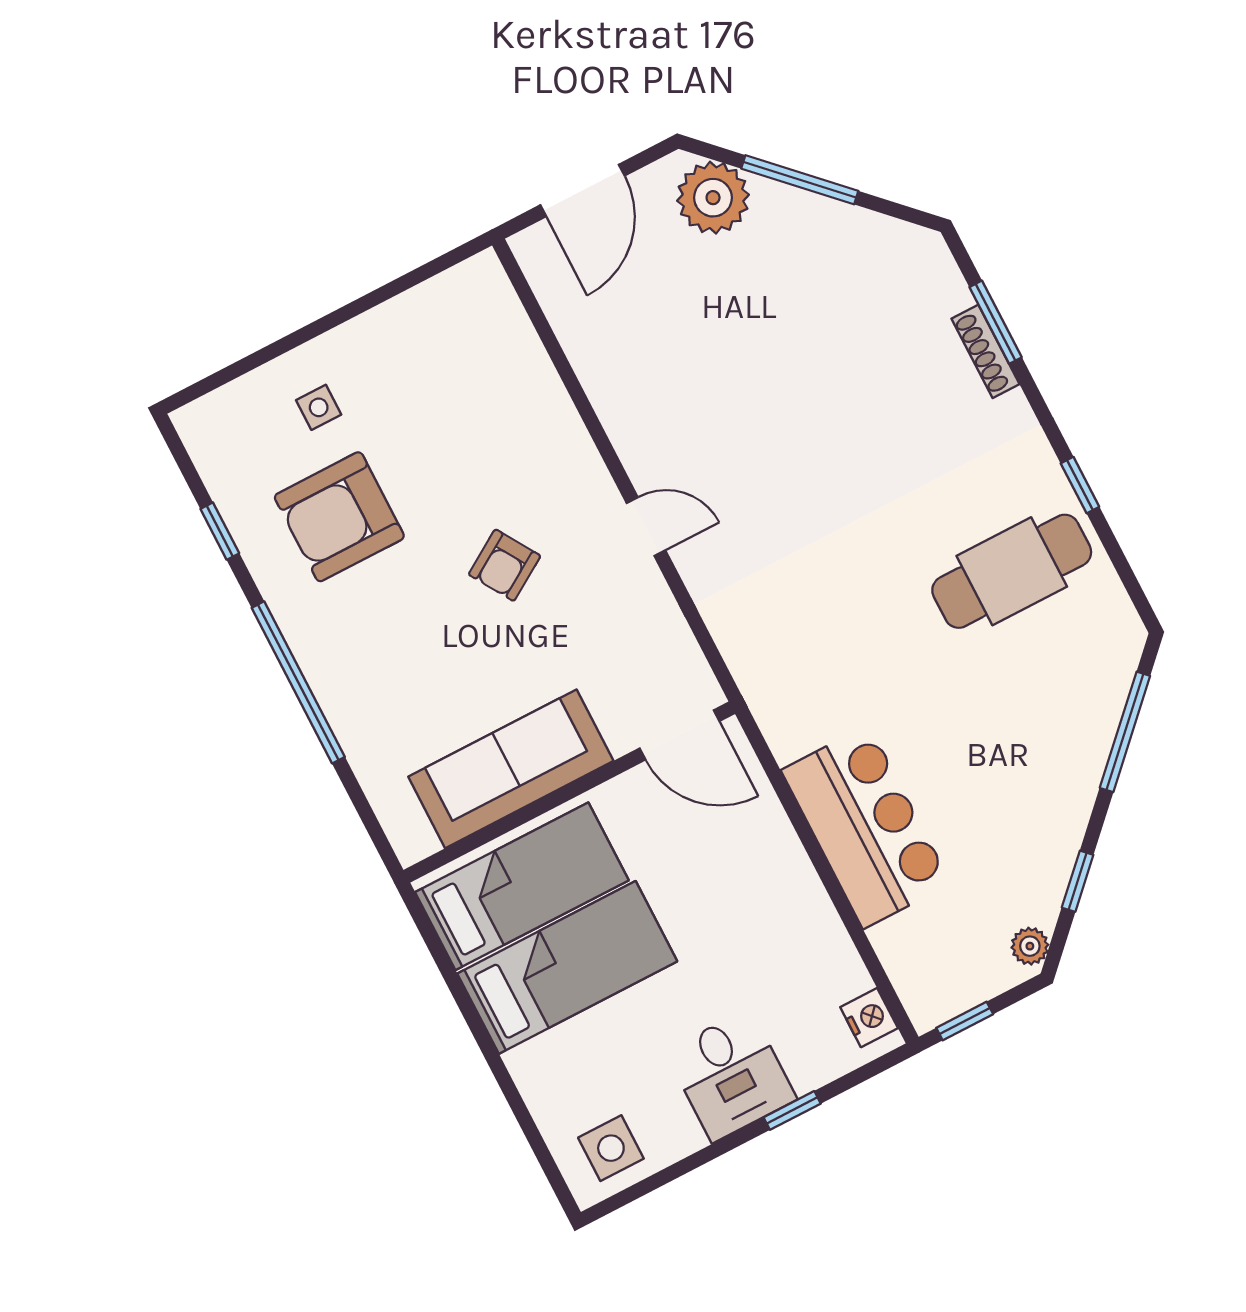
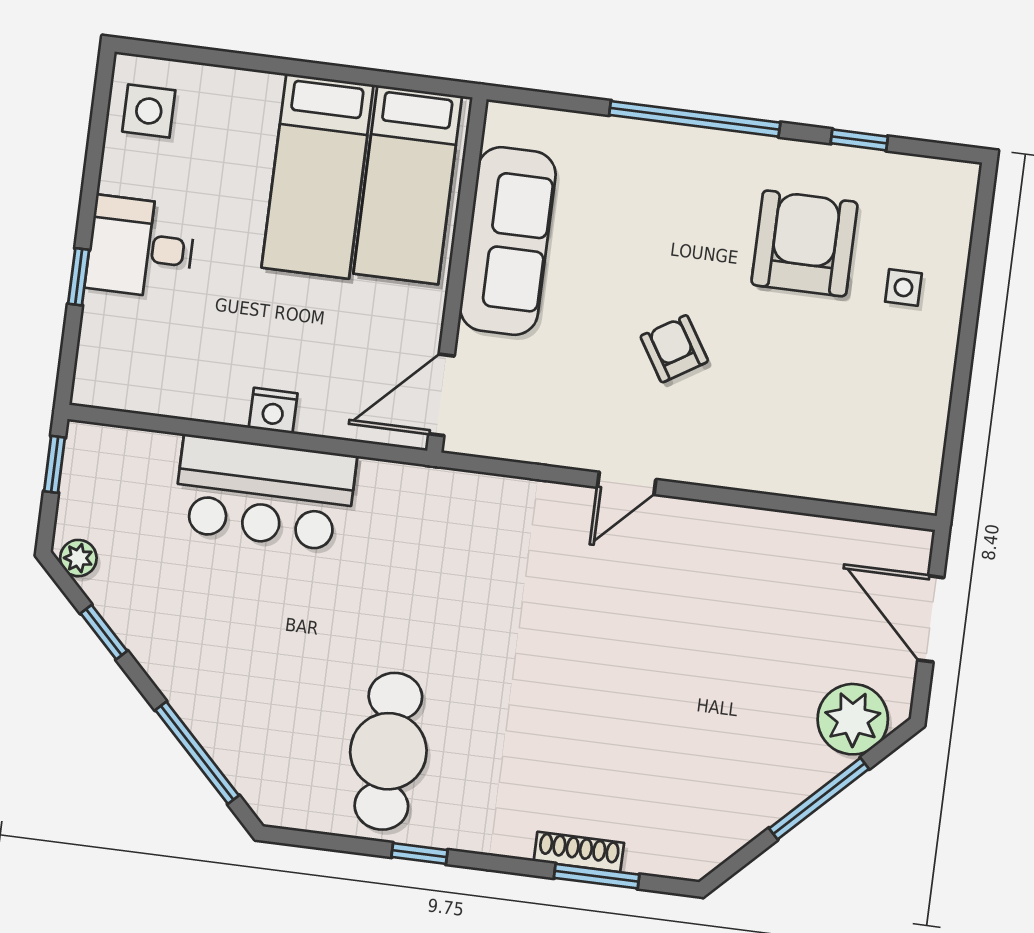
nightstand: (869, 1018) -> (273, 411), moved

